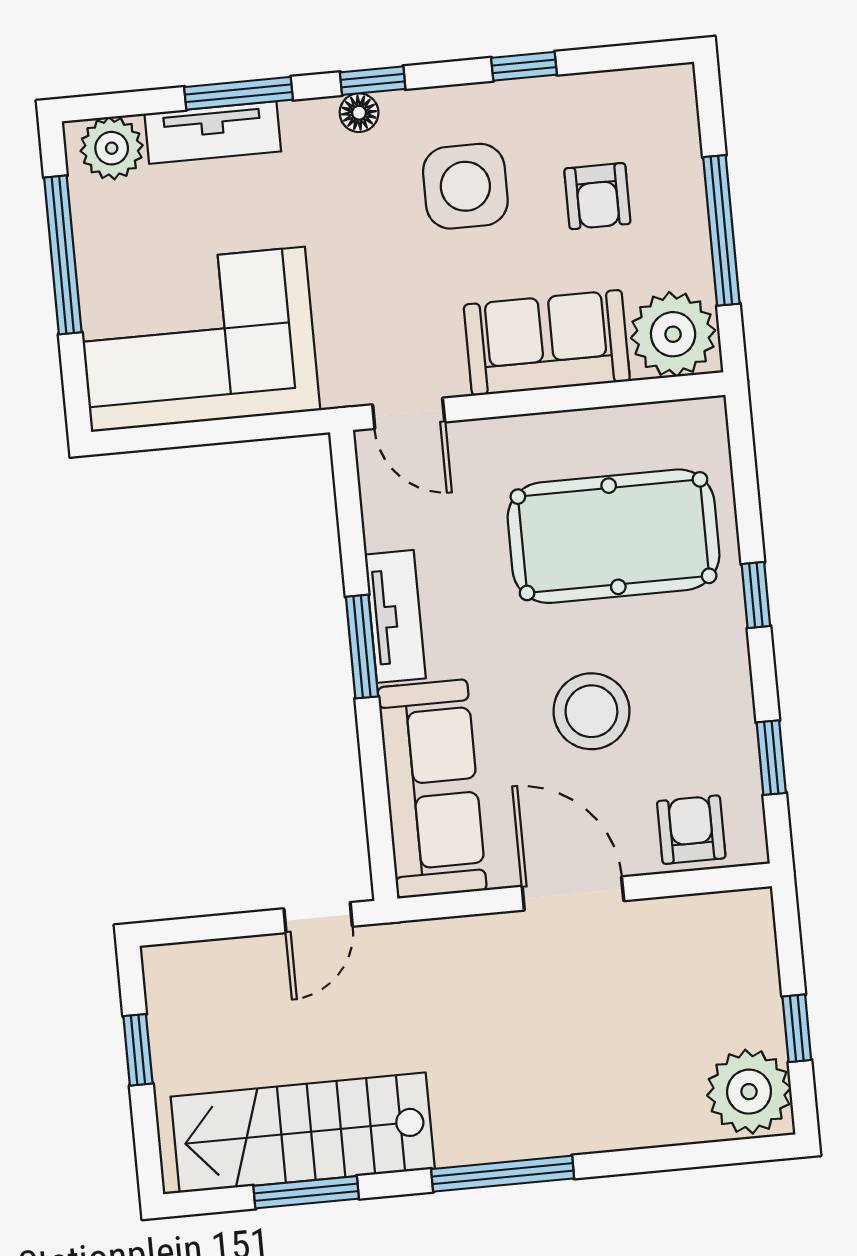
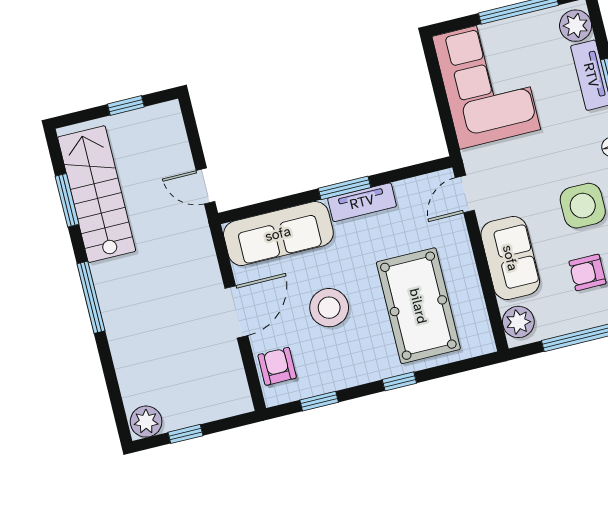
plant: (673, 334) -> (518, 322), width x0.73, depth x0.73
armchair: (691, 830) -> (277, 366), turned -90
plant: (749, 1092) -> (146, 422), width x0.73, depth x0.73

